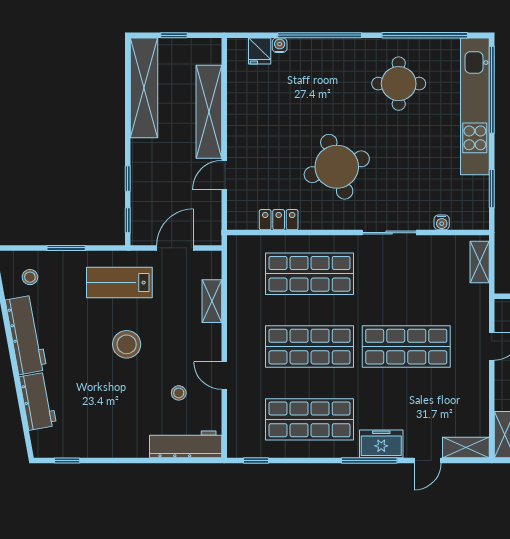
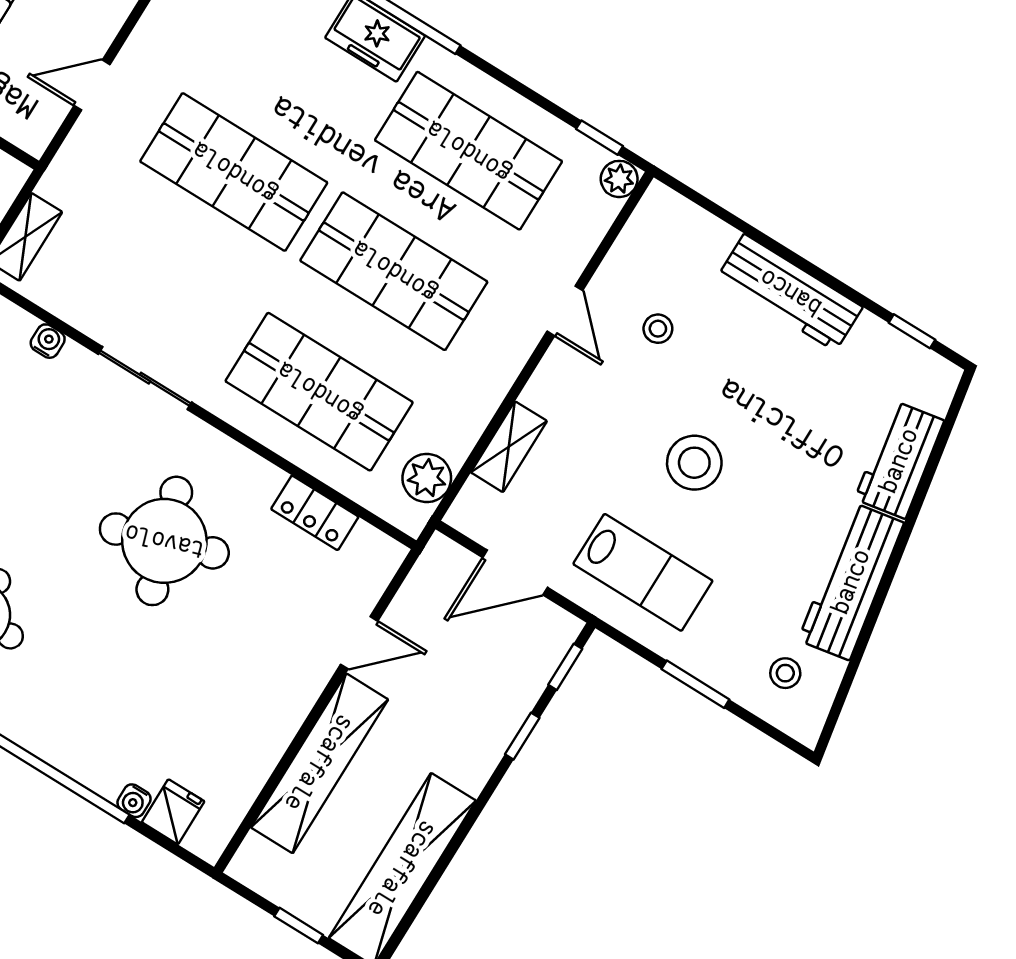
plant: (239, 265) -> (427, 478), added
workbench: (186, 444) -> (790, 292), moved
plant: (236, 448) -> (619, 179), added

